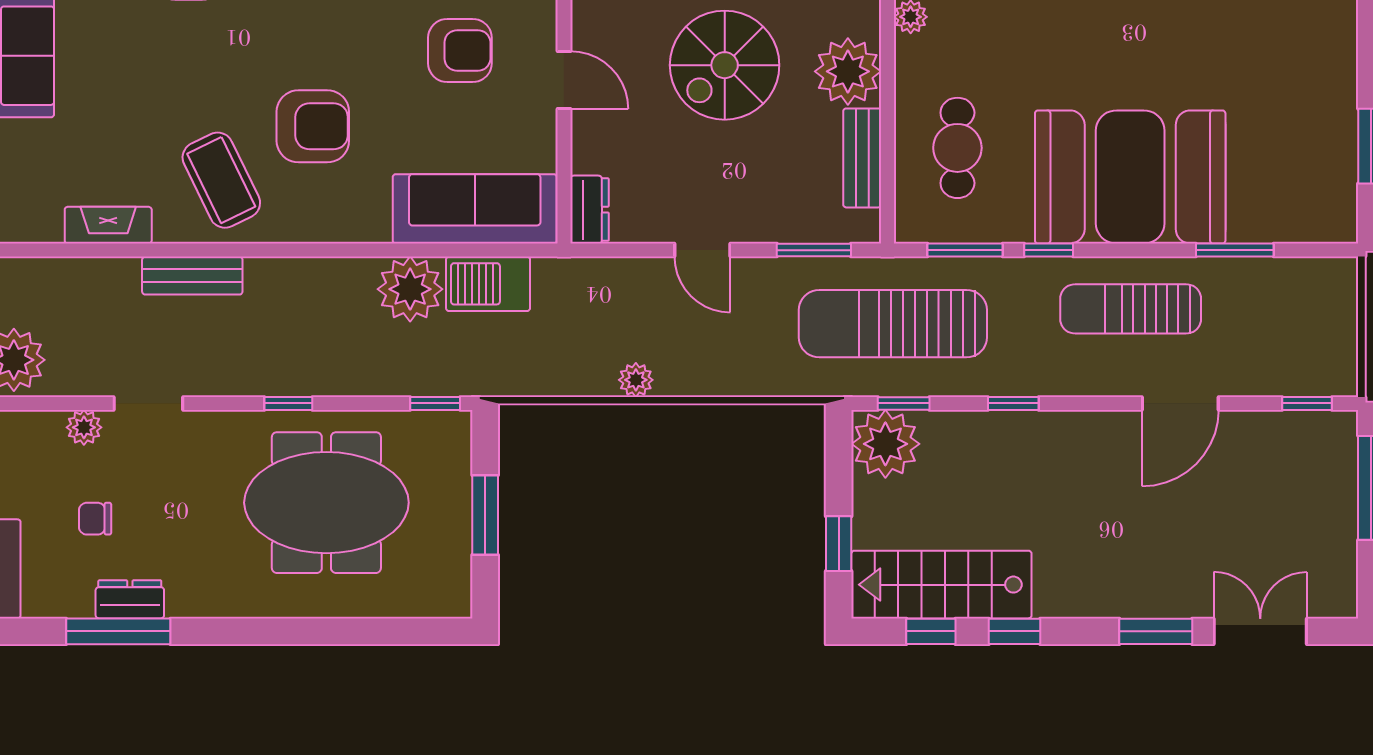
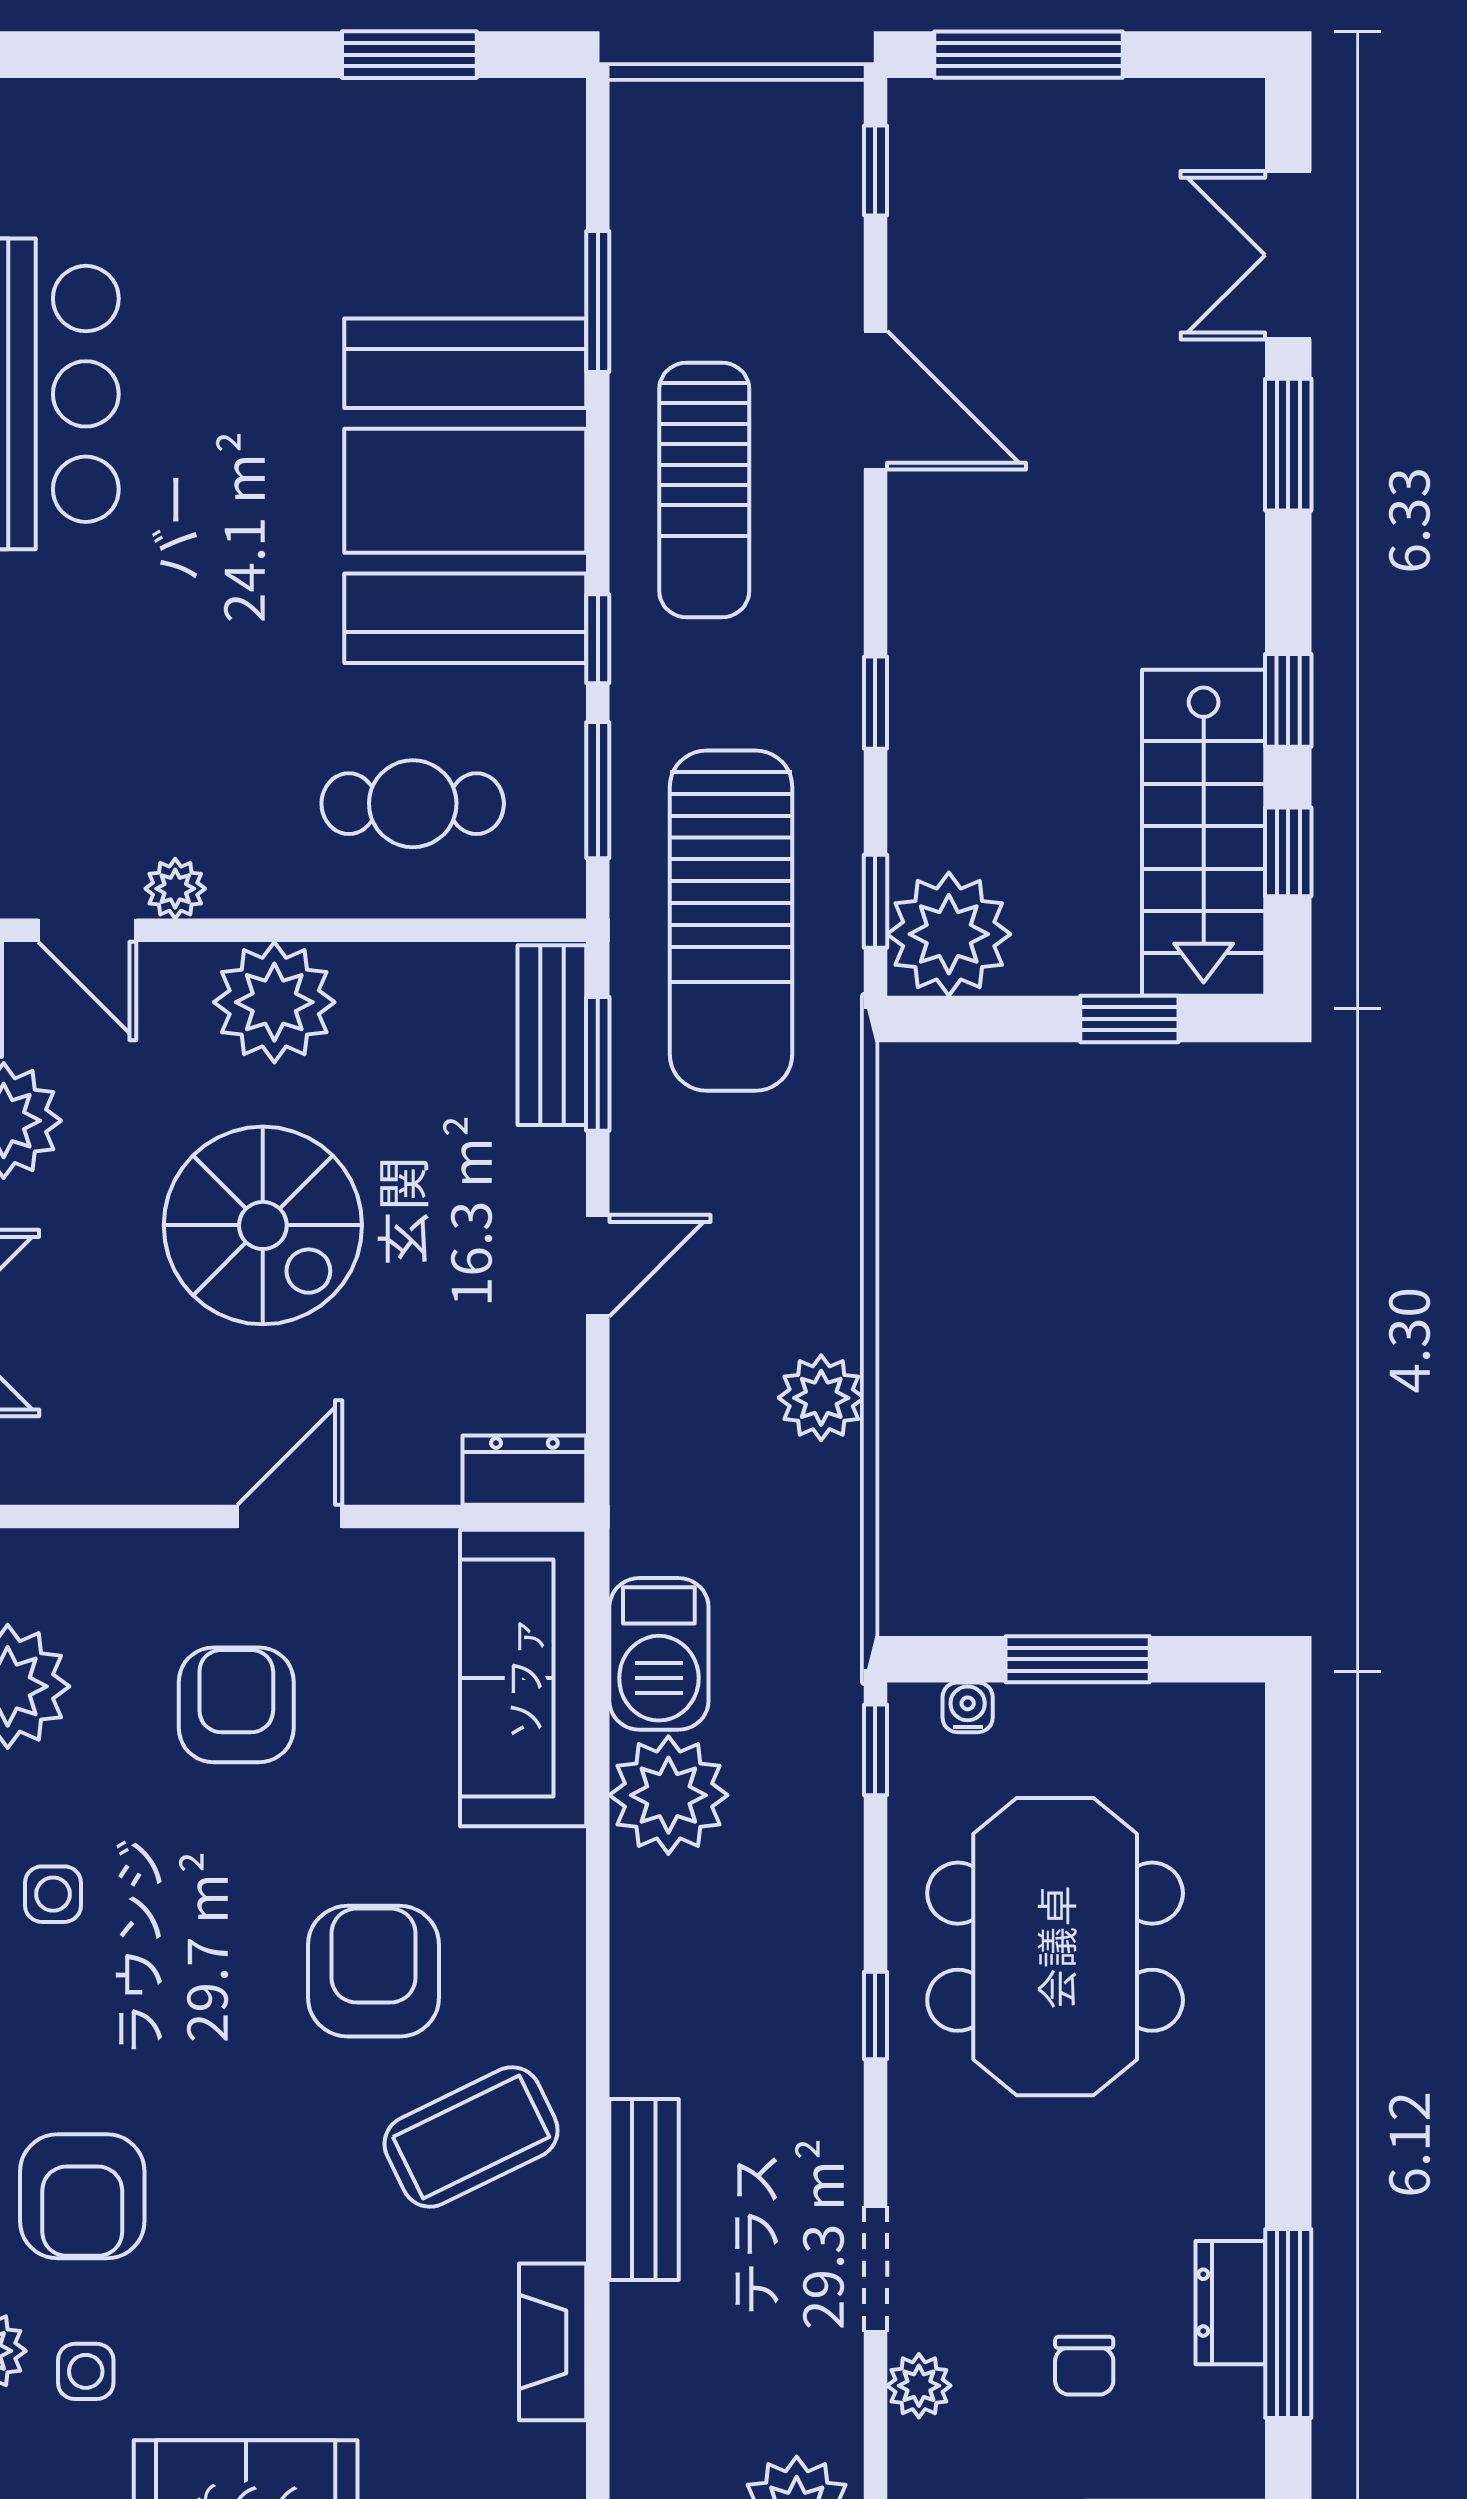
bench: (862, 158) -> (552, 1035), moved, turned 90
plant: (636, 380) -> (821, 1398), width x1.38, depth x1.38
water cooler: (459, 454) -> (968, 1707), added

